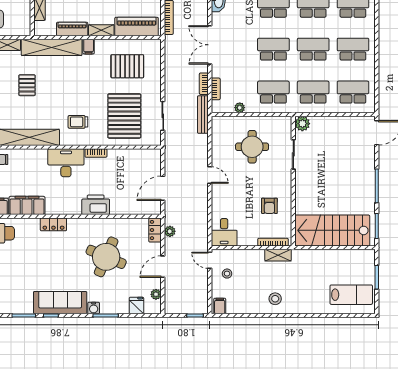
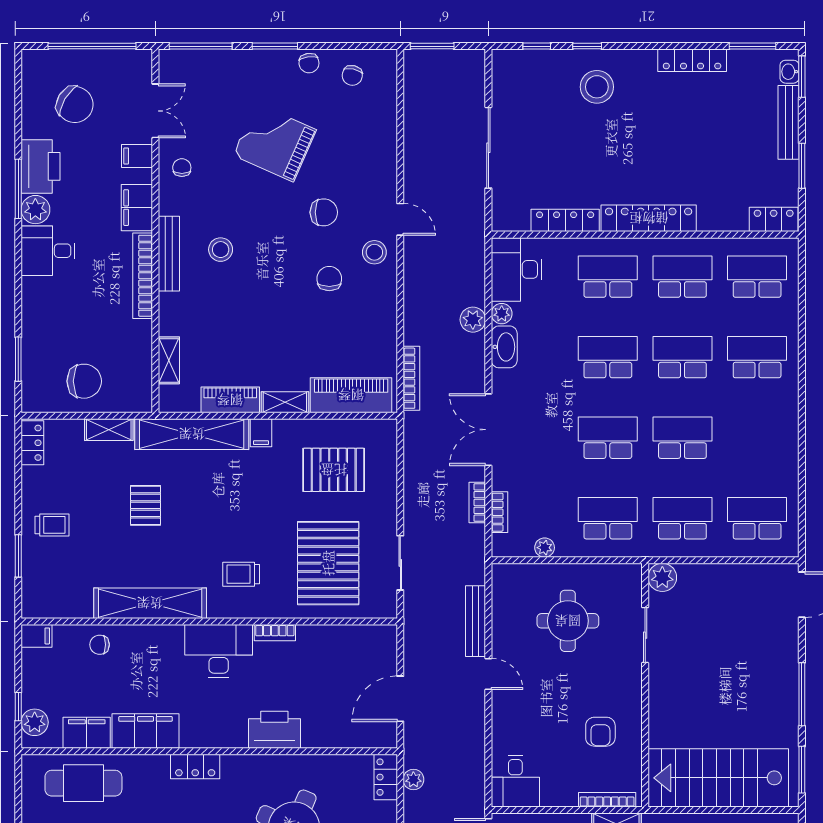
school desk: (353, 49) -> (757, 438), removed
bench: (203, 115) -> (476, 621), moved

